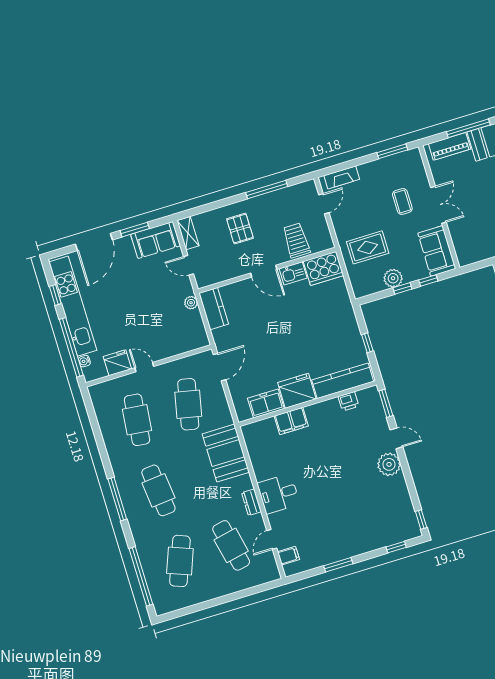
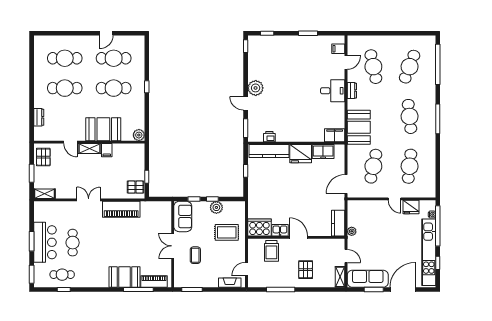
sofa: (156, 240) -> (368, 279), width x1.36
filing cabinet: (291, 421) -> (335, 135), moved

